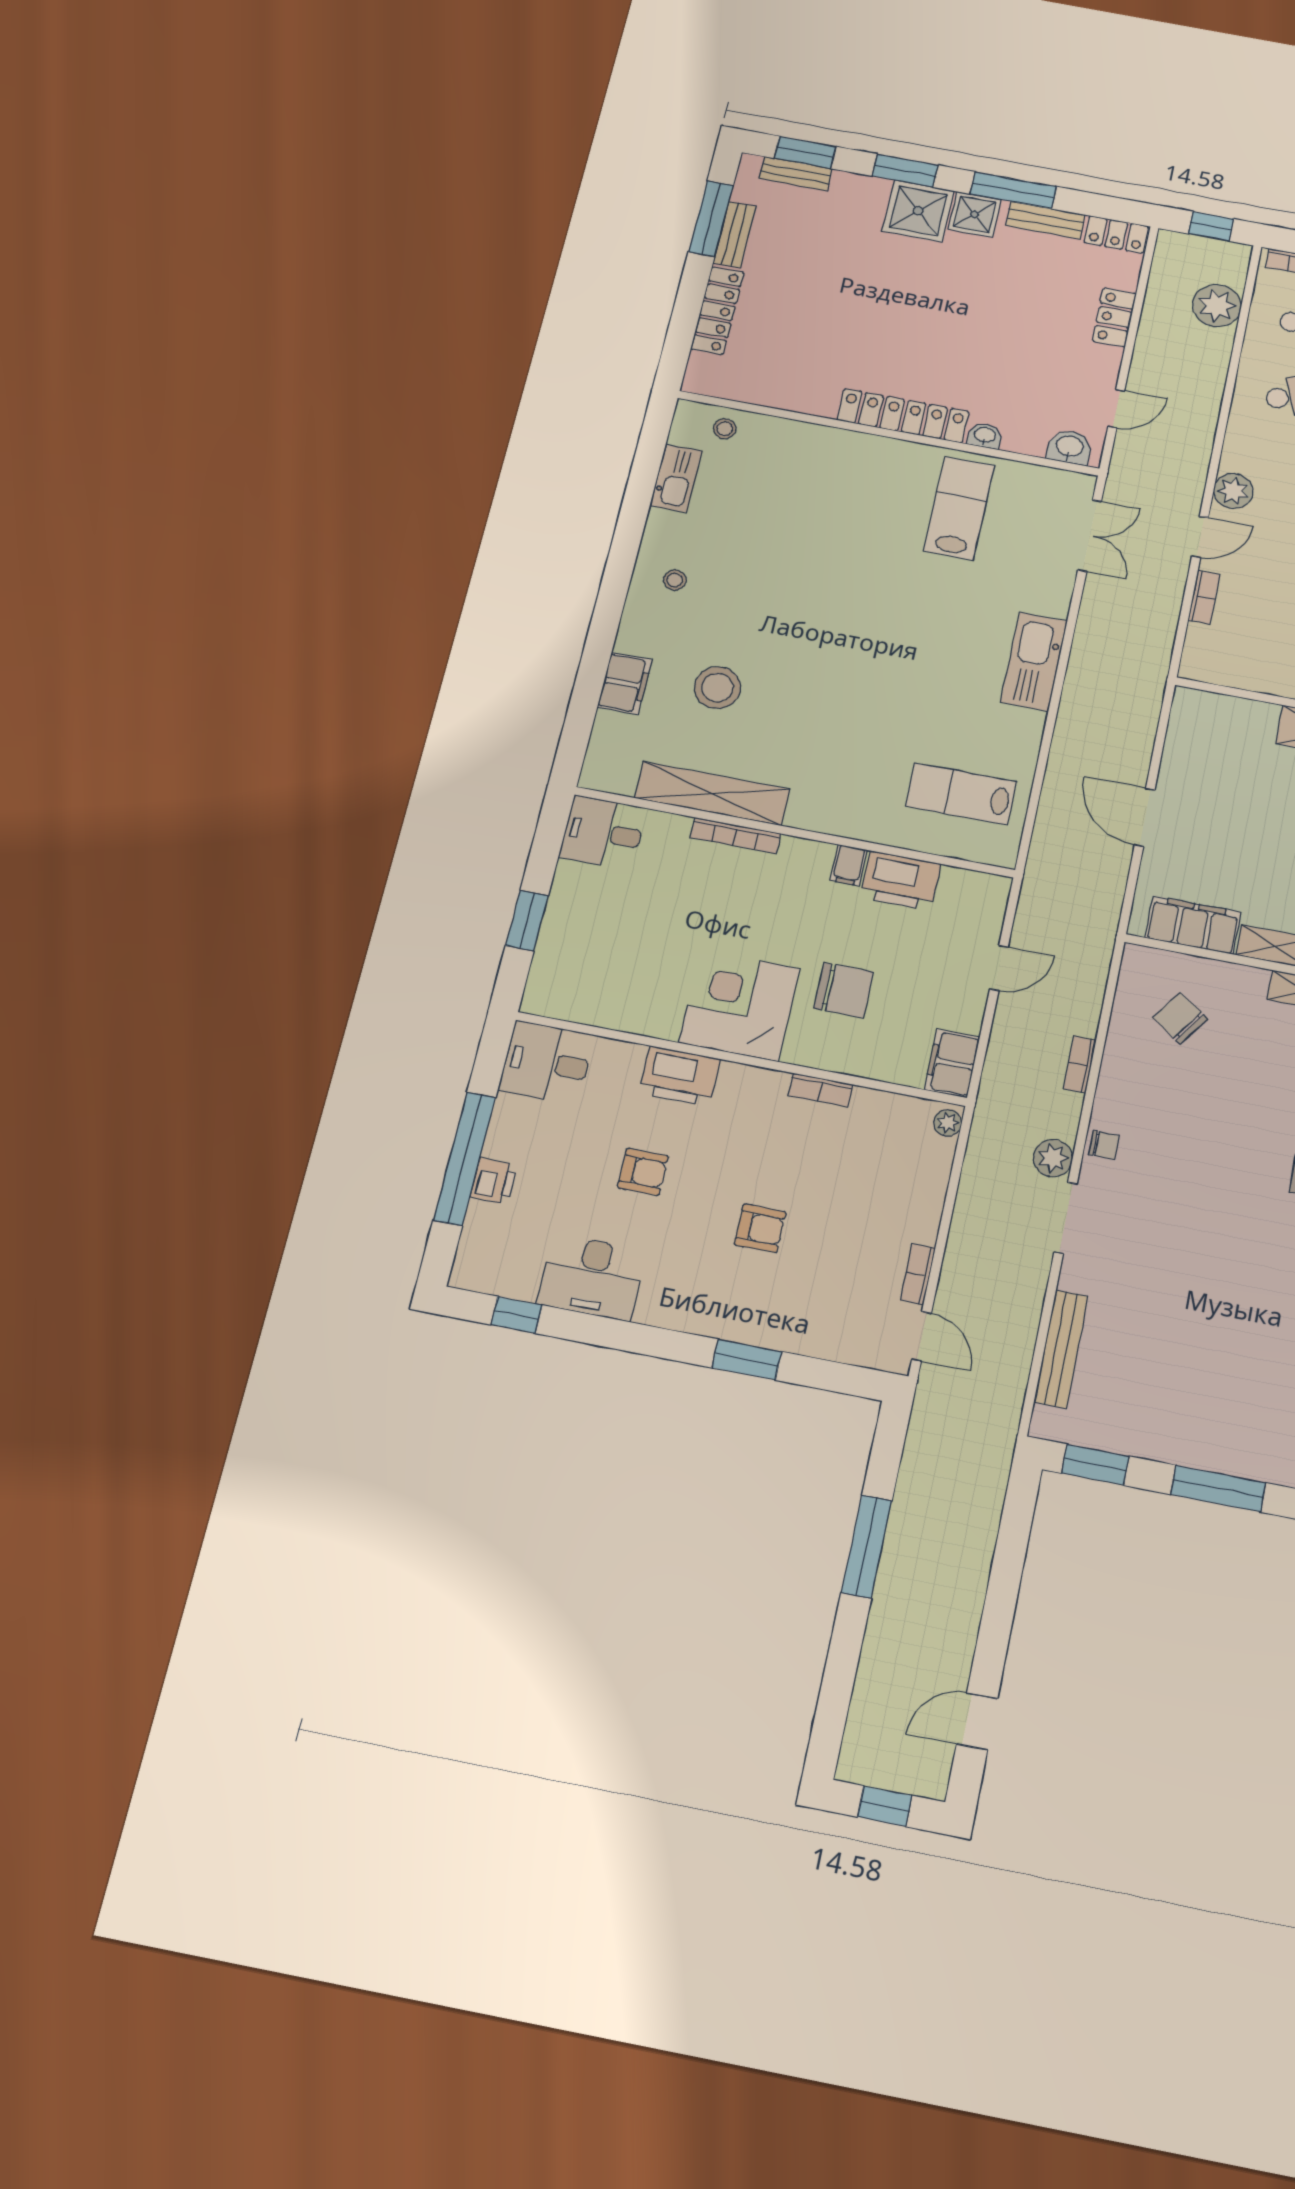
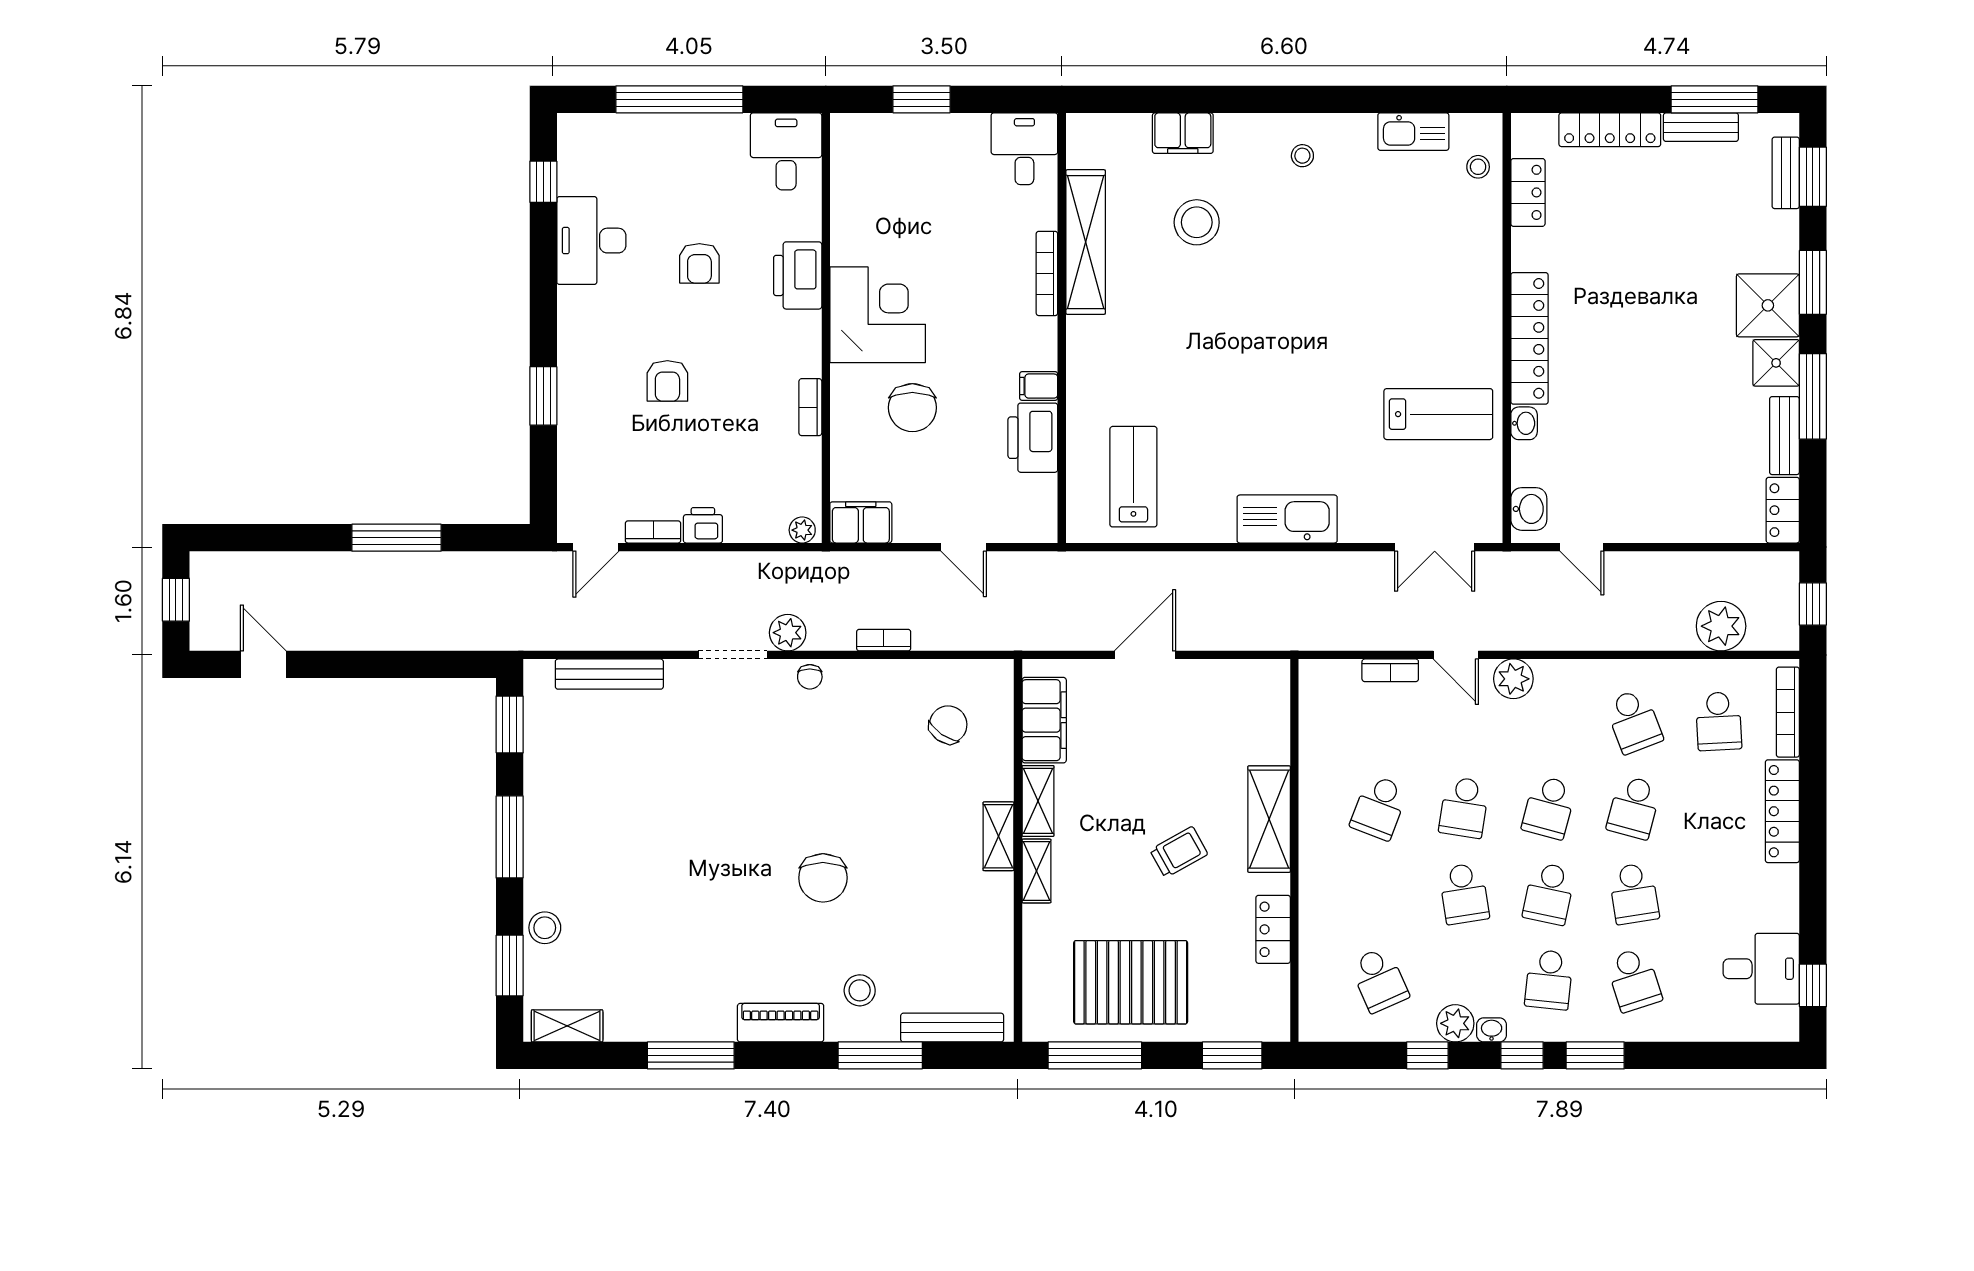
locker: (1114, 317) -> (1528, 192), moved, turned 90
printer: (493, 1181) -> (703, 525), moved, turned 180

